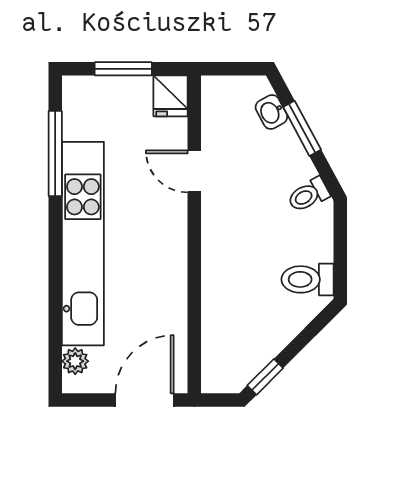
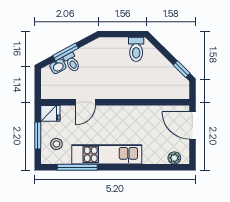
stool: (105, 109) -> (56, 144), added
toilet: (308, 195) -> (72, 62), moved
kitchen unit: (83, 244) -> (107, 154), width x0.73

